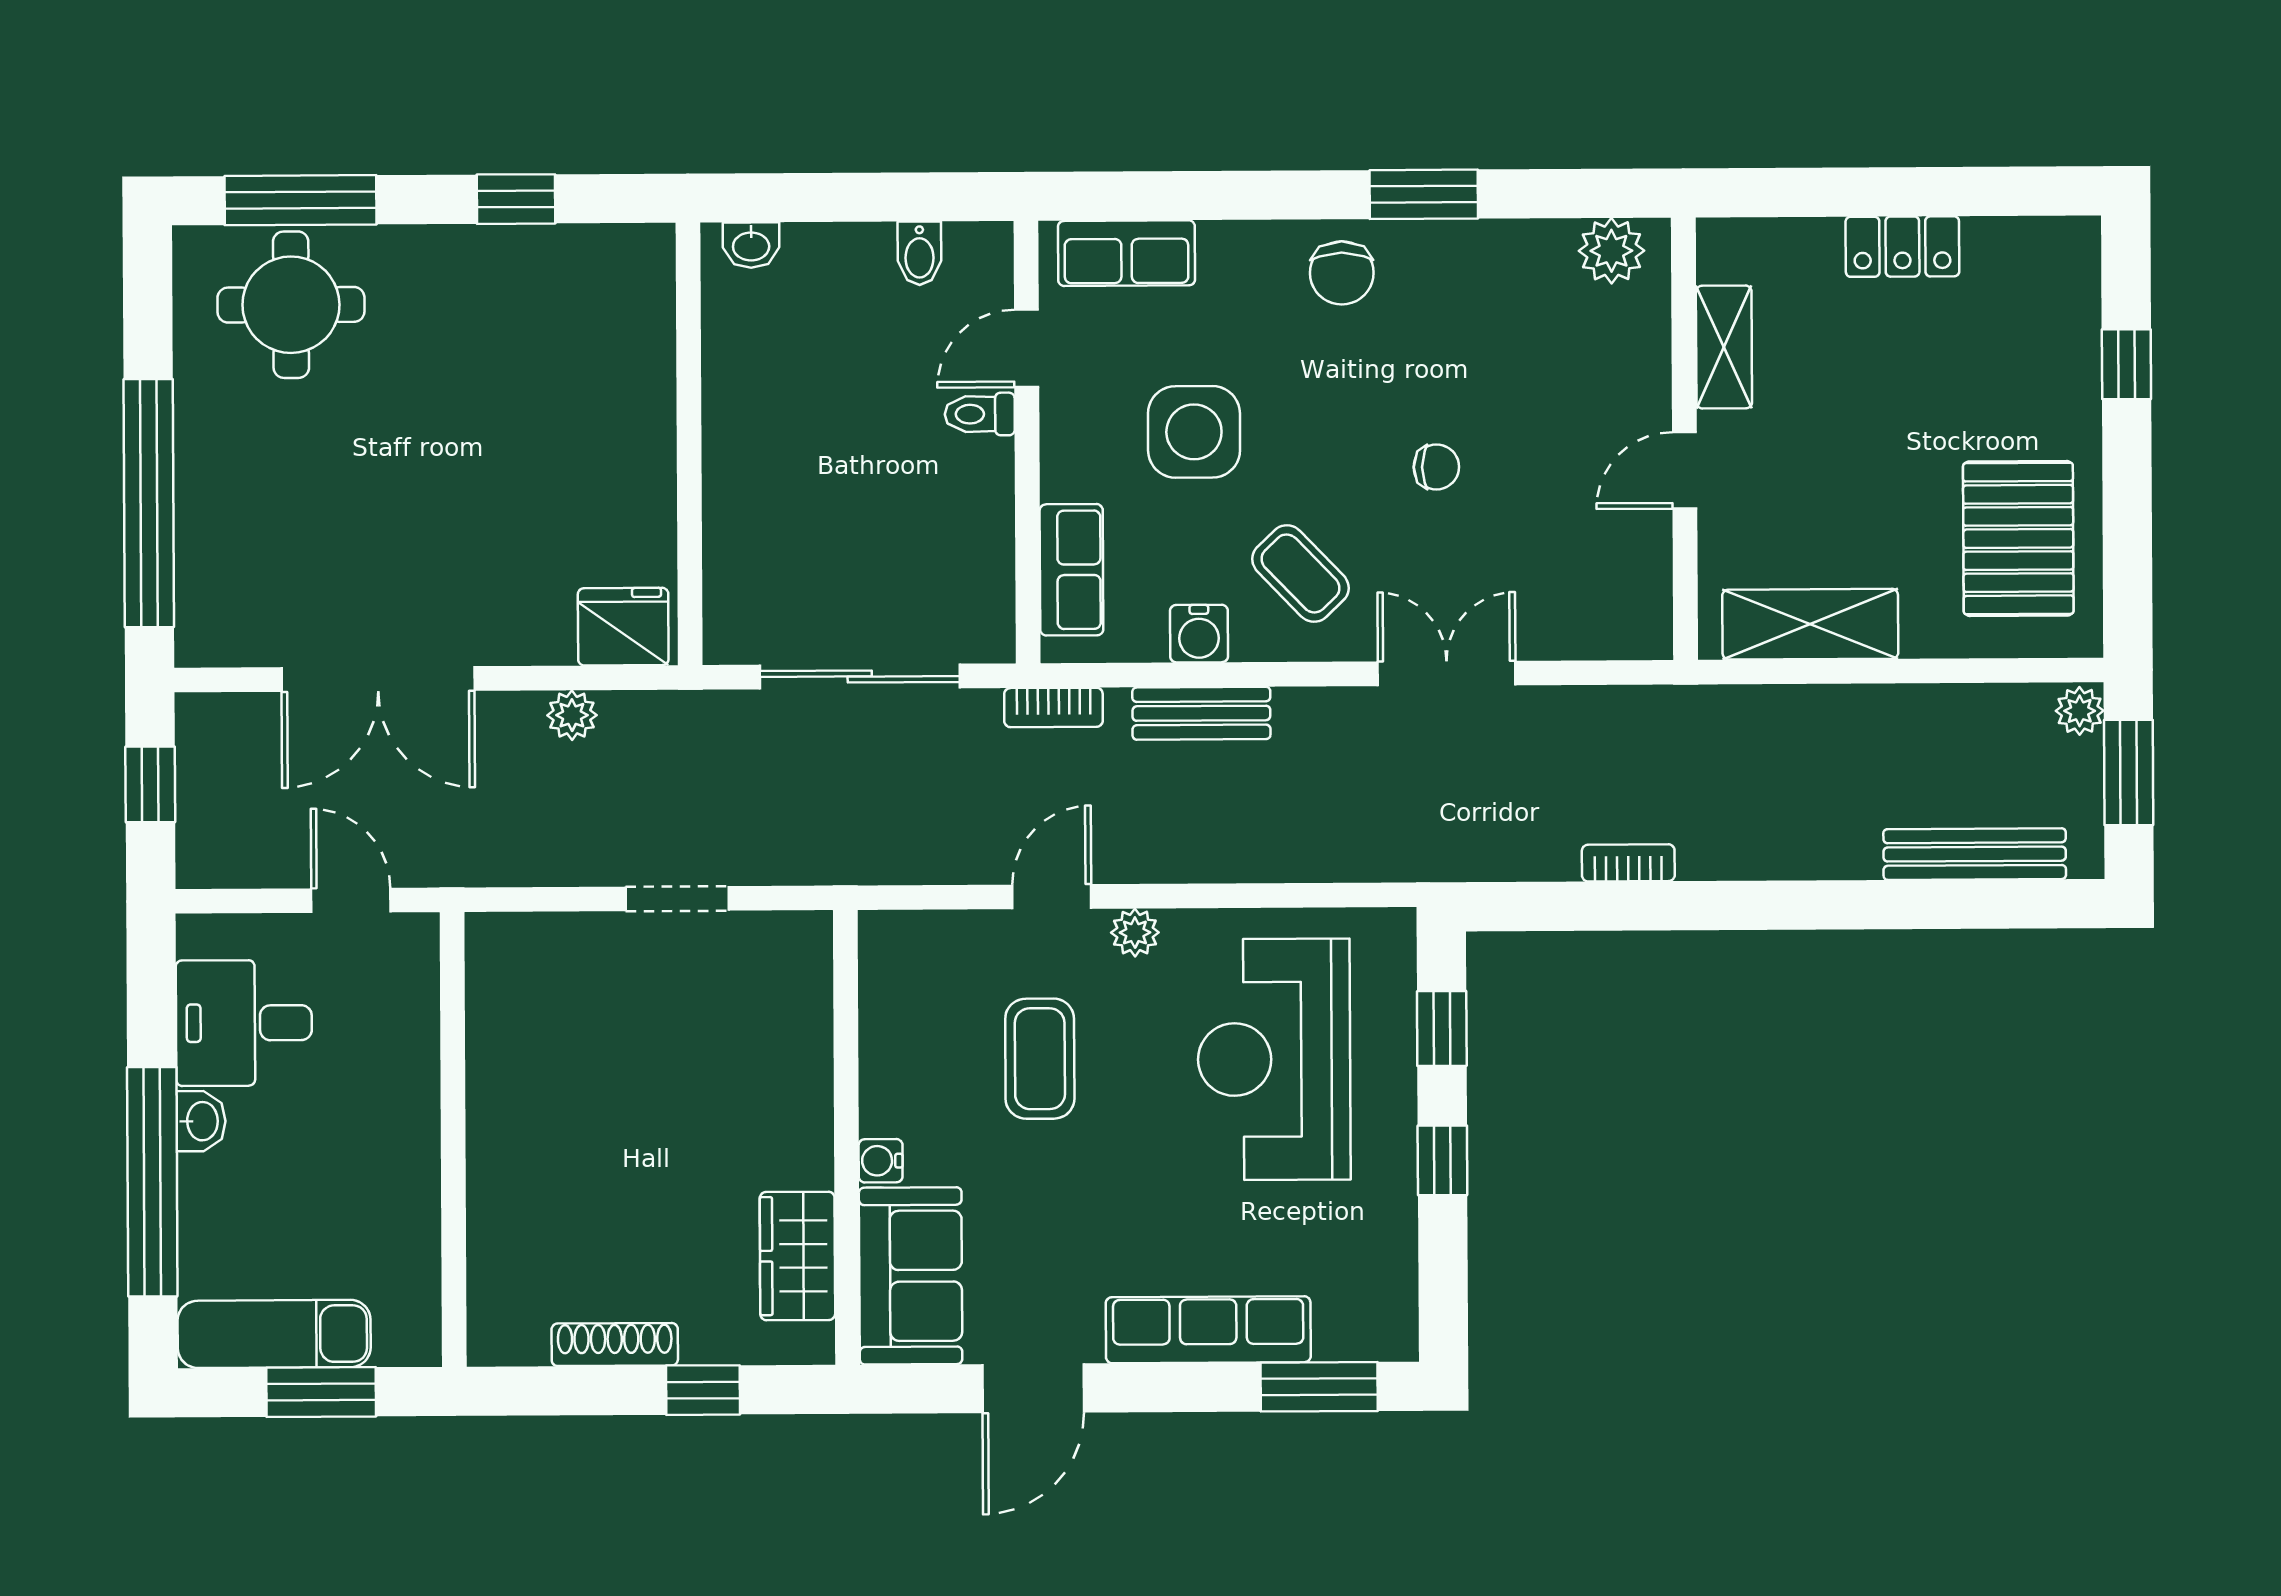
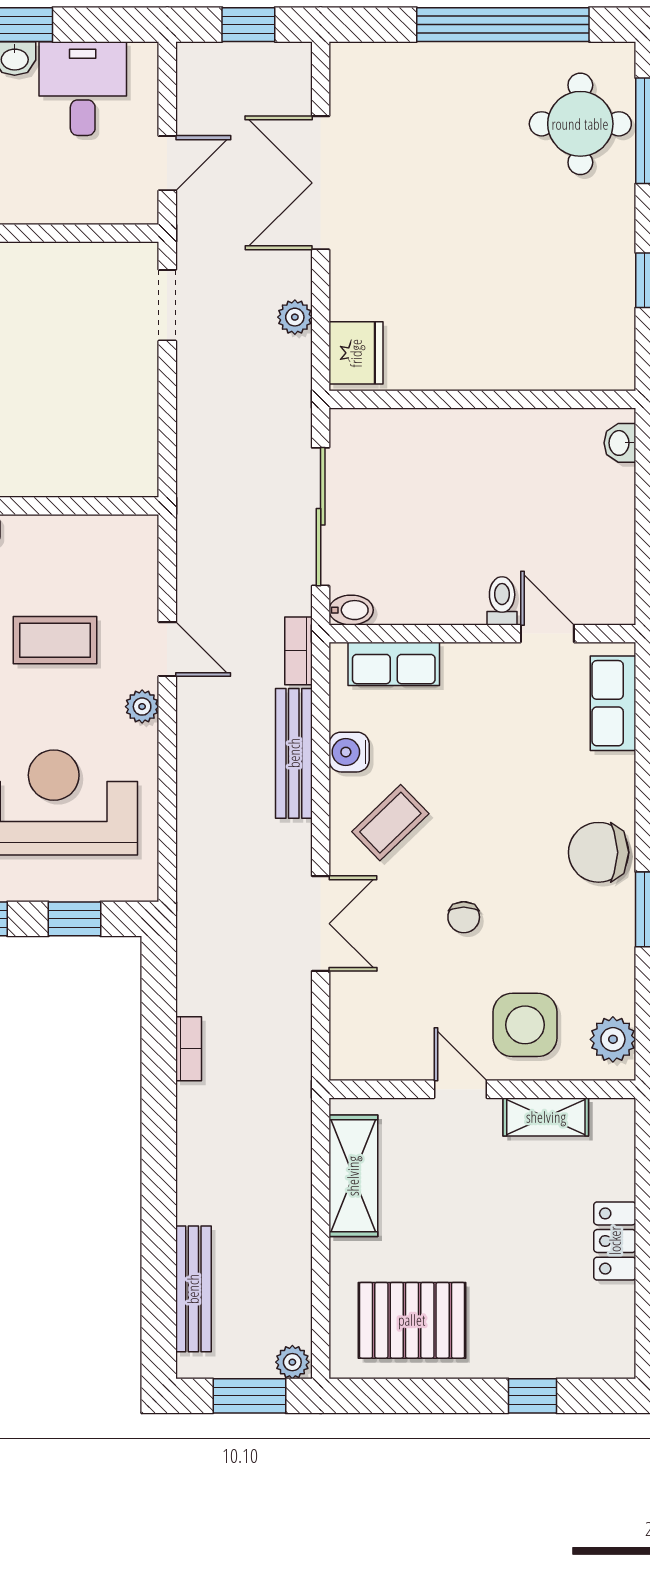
bidet: (919, 253) -> (351, 610), moved, turned 180
chair: (1342, 273) -> (599, 852), width x1.37, depth x1.37
side table: (1194, 432) -> (525, 1025), moved
window: (149, 503) -> (503, 25), moved
bench: (1201, 713) -> (294, 753), width x1.36
doorway: (677, 899) -> (167, 305), moved

